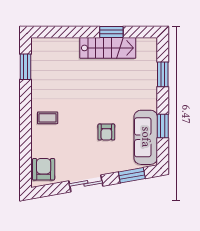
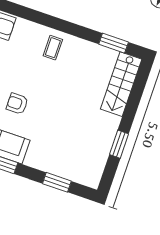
stairs: (108, 48) -> (121, 84), moved

